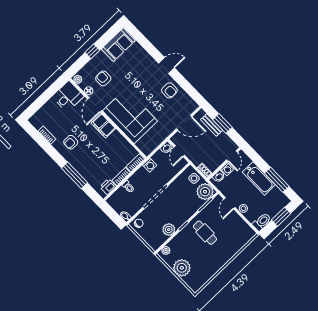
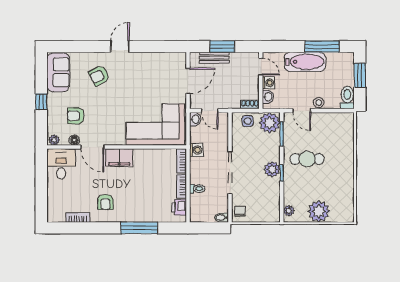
armchair: (169, 90) -> (99, 76), moved, turned 153
corner sofa: (130, 116) -> (155, 124), moved
plant: (169, 230) -> (272, 169), moved

